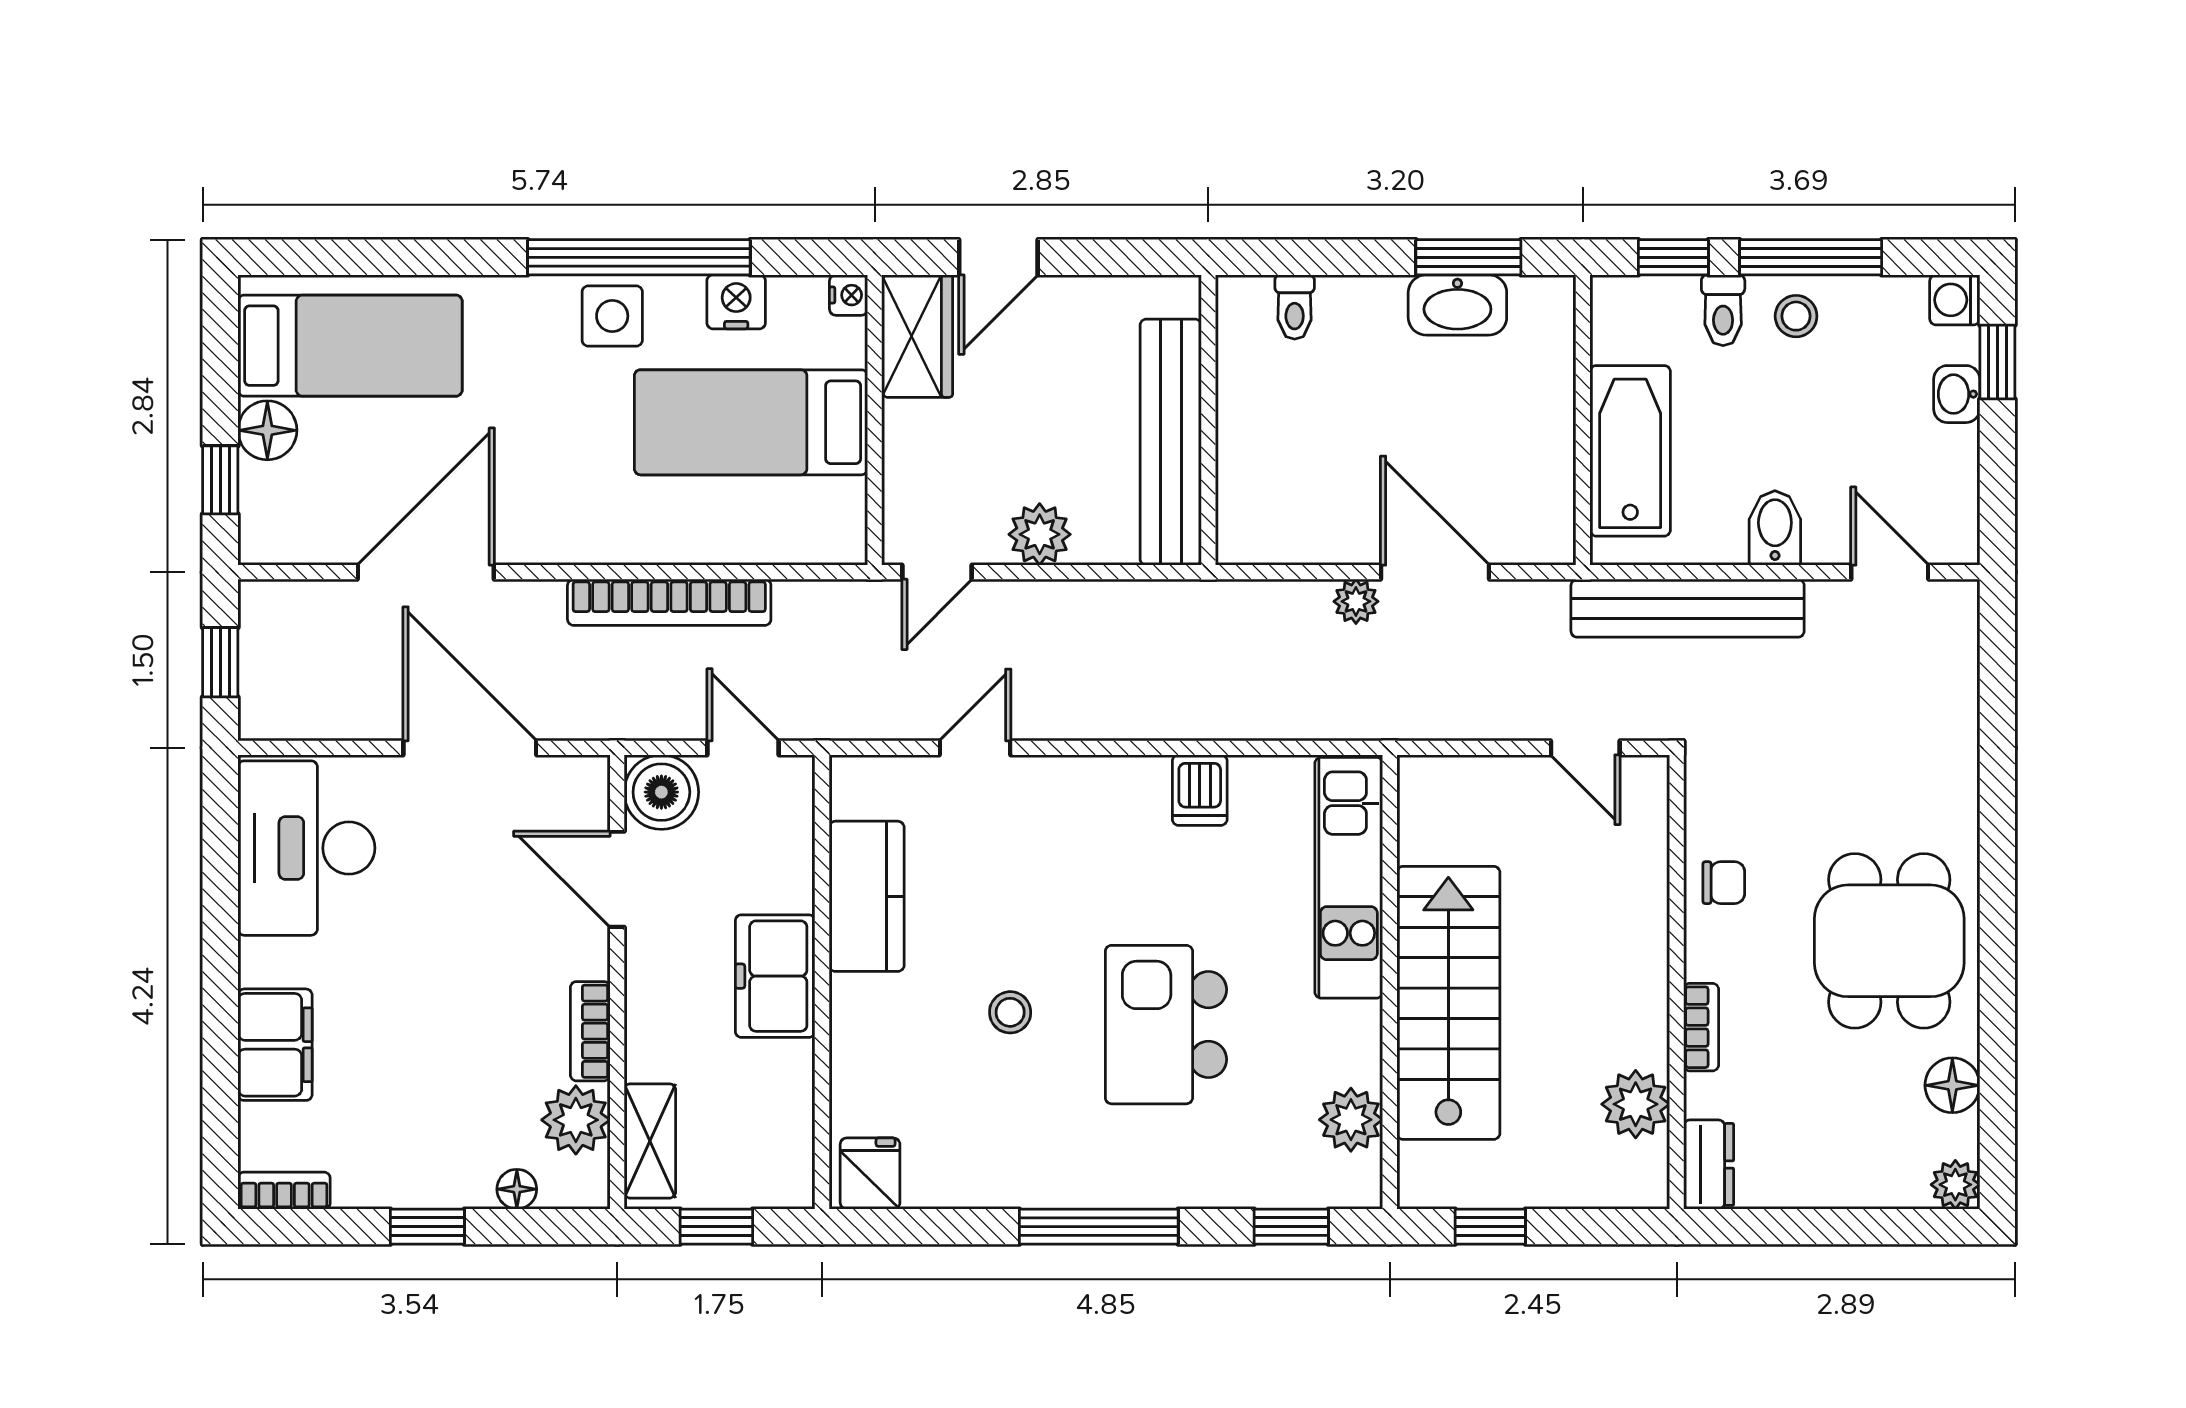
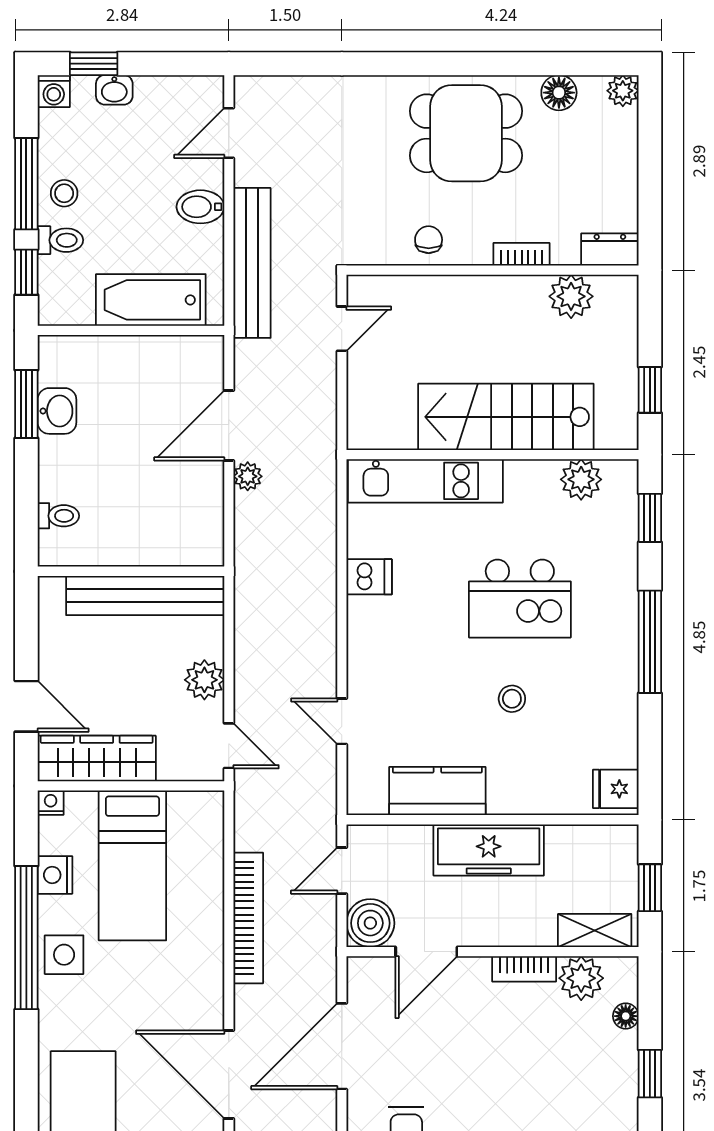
washbasin: (1457, 305) -> (57, 411), width x0.72
wardrobe: (917, 336) -> (97, 759), width x1.50
freezer: (775, 976) -> (489, 850), width x1.40

